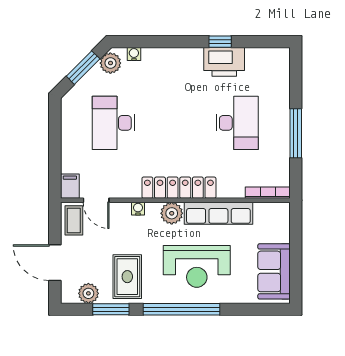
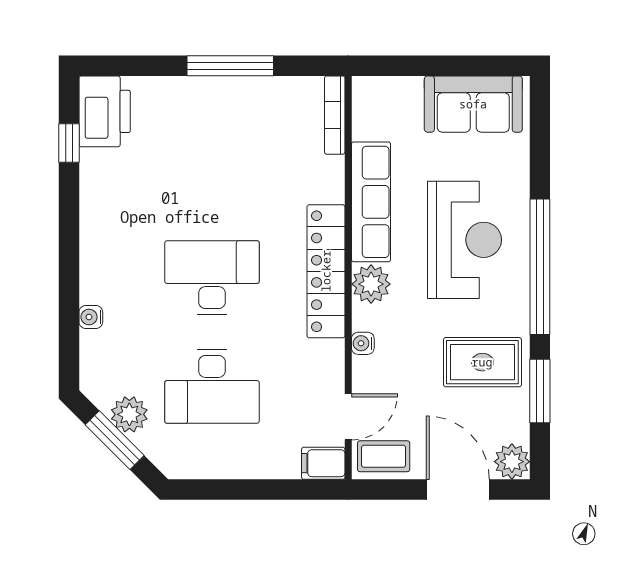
window: (220, 42) -> (69, 143), moved
water cooler: (134, 54) -> (91, 317), moved
printer: (224, 62) -> (105, 111), moved
plant: (110, 63) -> (129, 414), moved
desk: (237, 123) -> (212, 278), moved
door: (55, 263) -> (458, 489), swing flipped
plant: (88, 293) -> (512, 462), moved

